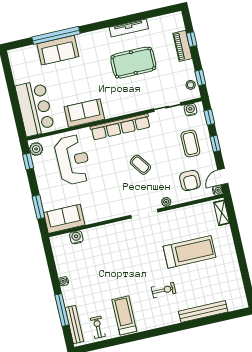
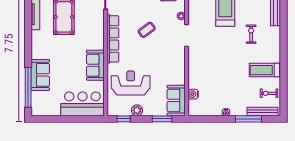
window: (56, 35) -> (28, 87), moved
plant: (36, 149) -> (137, 110), moved

